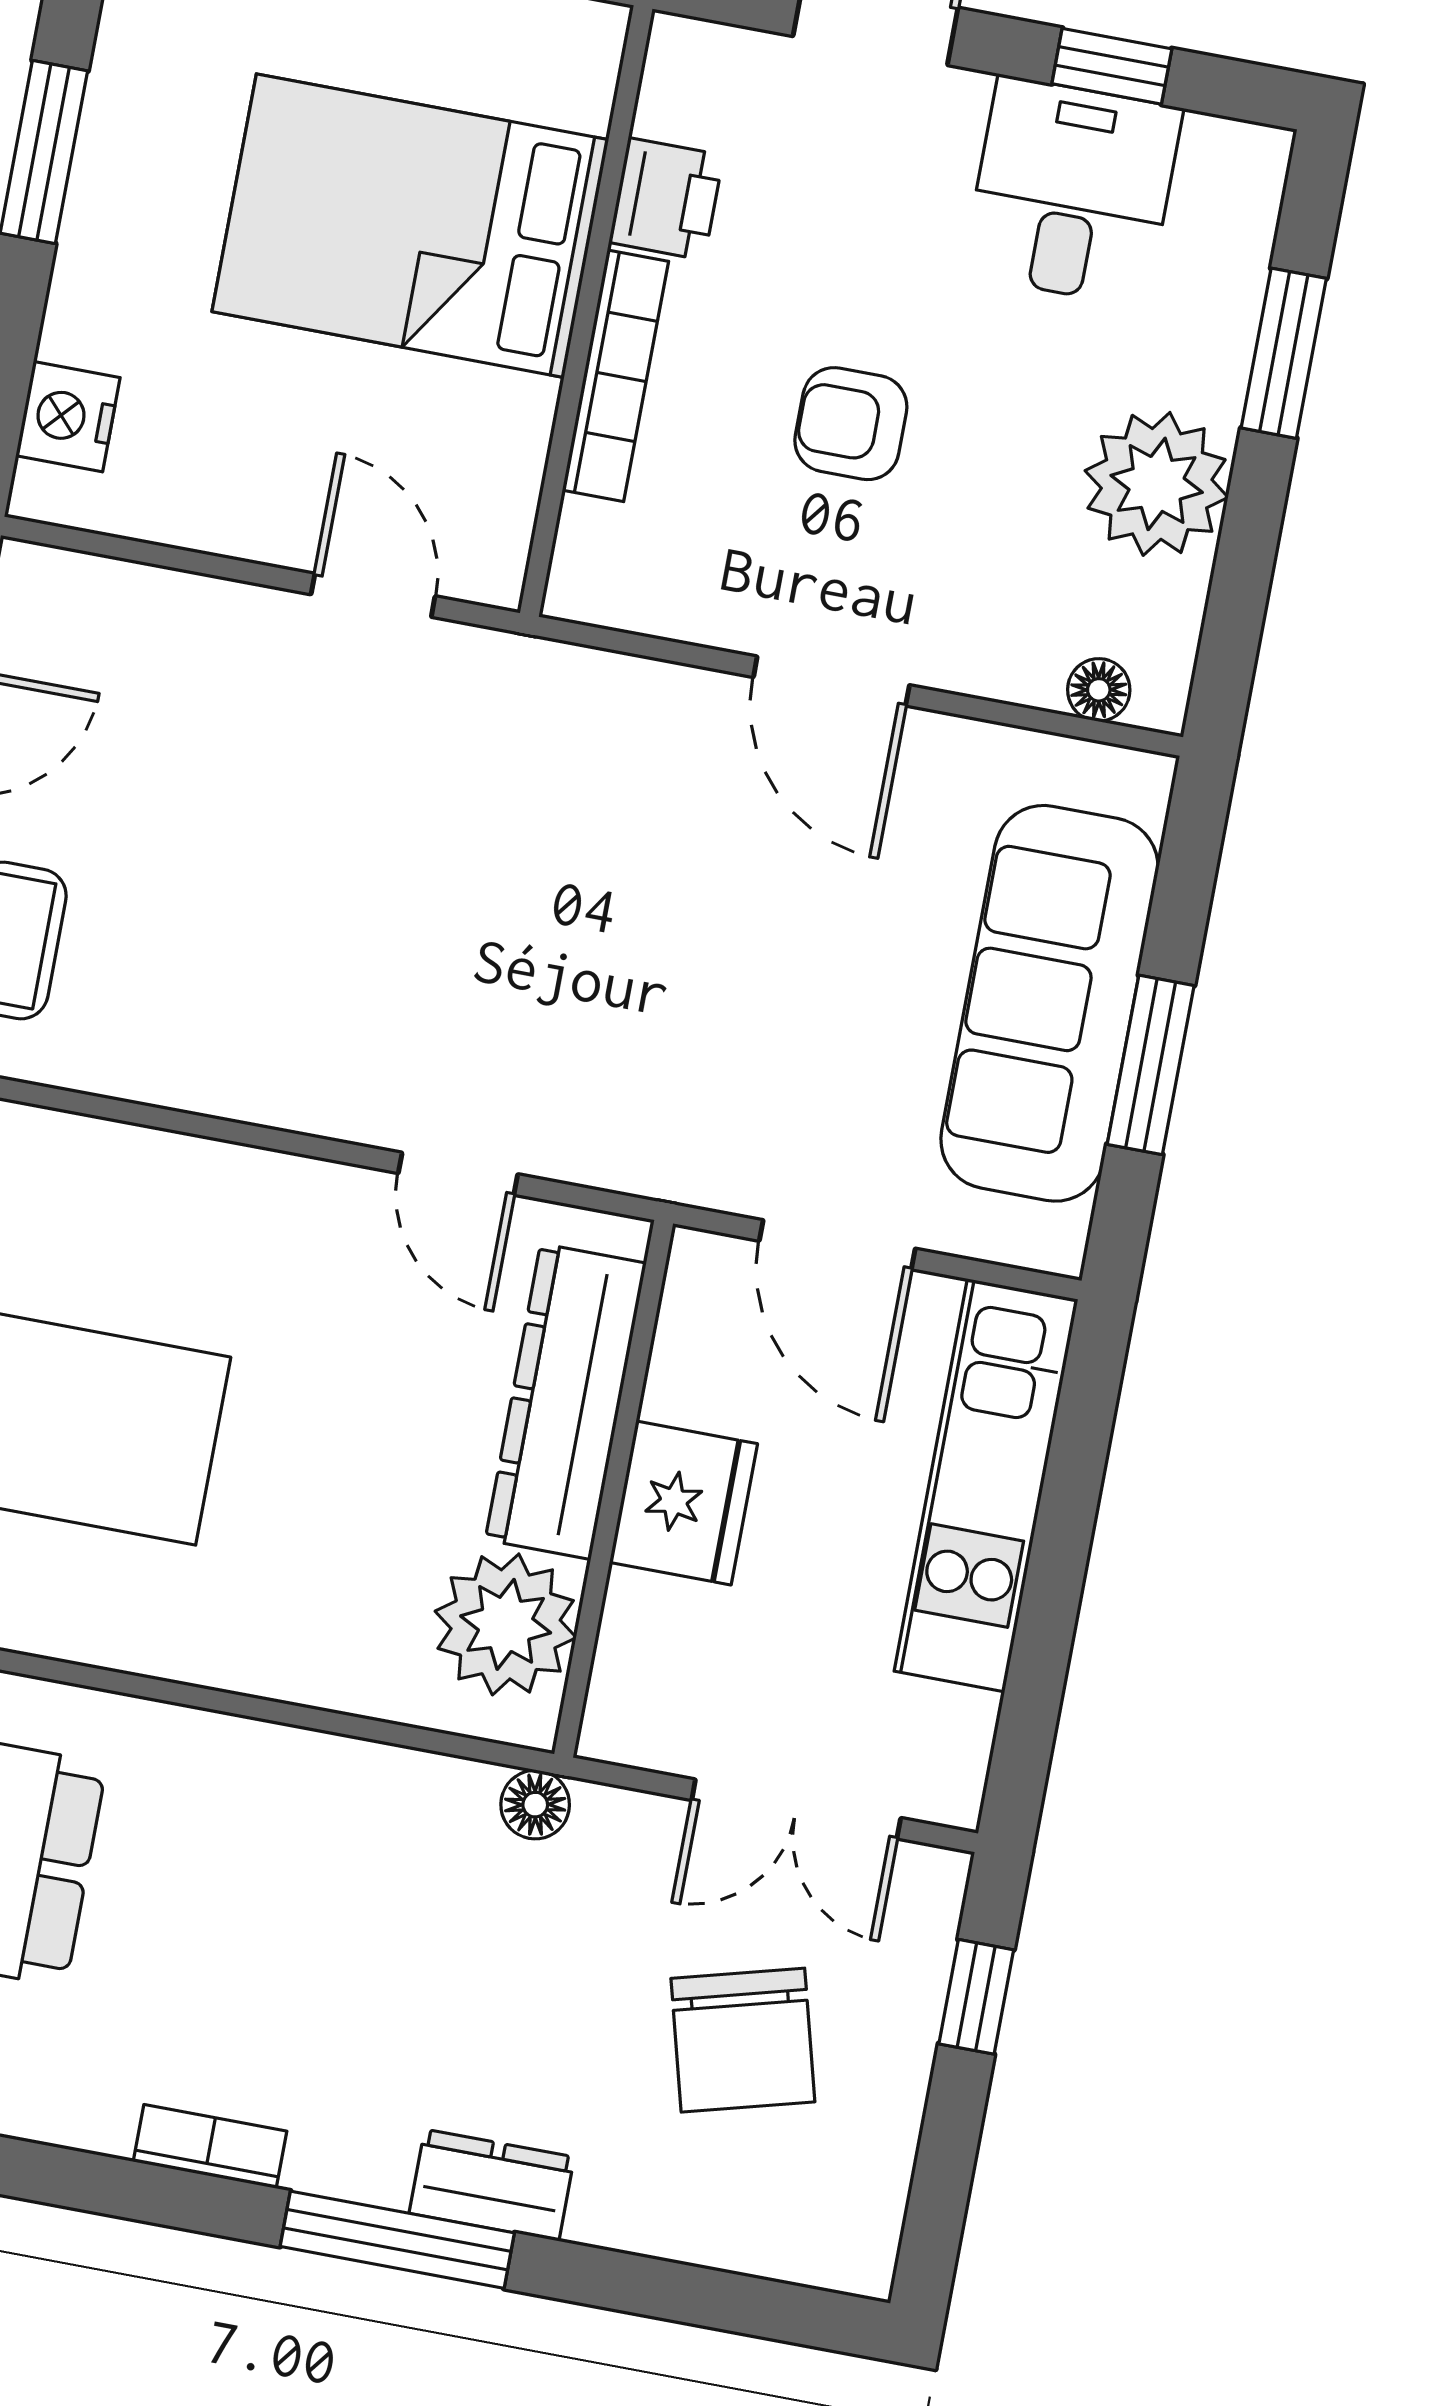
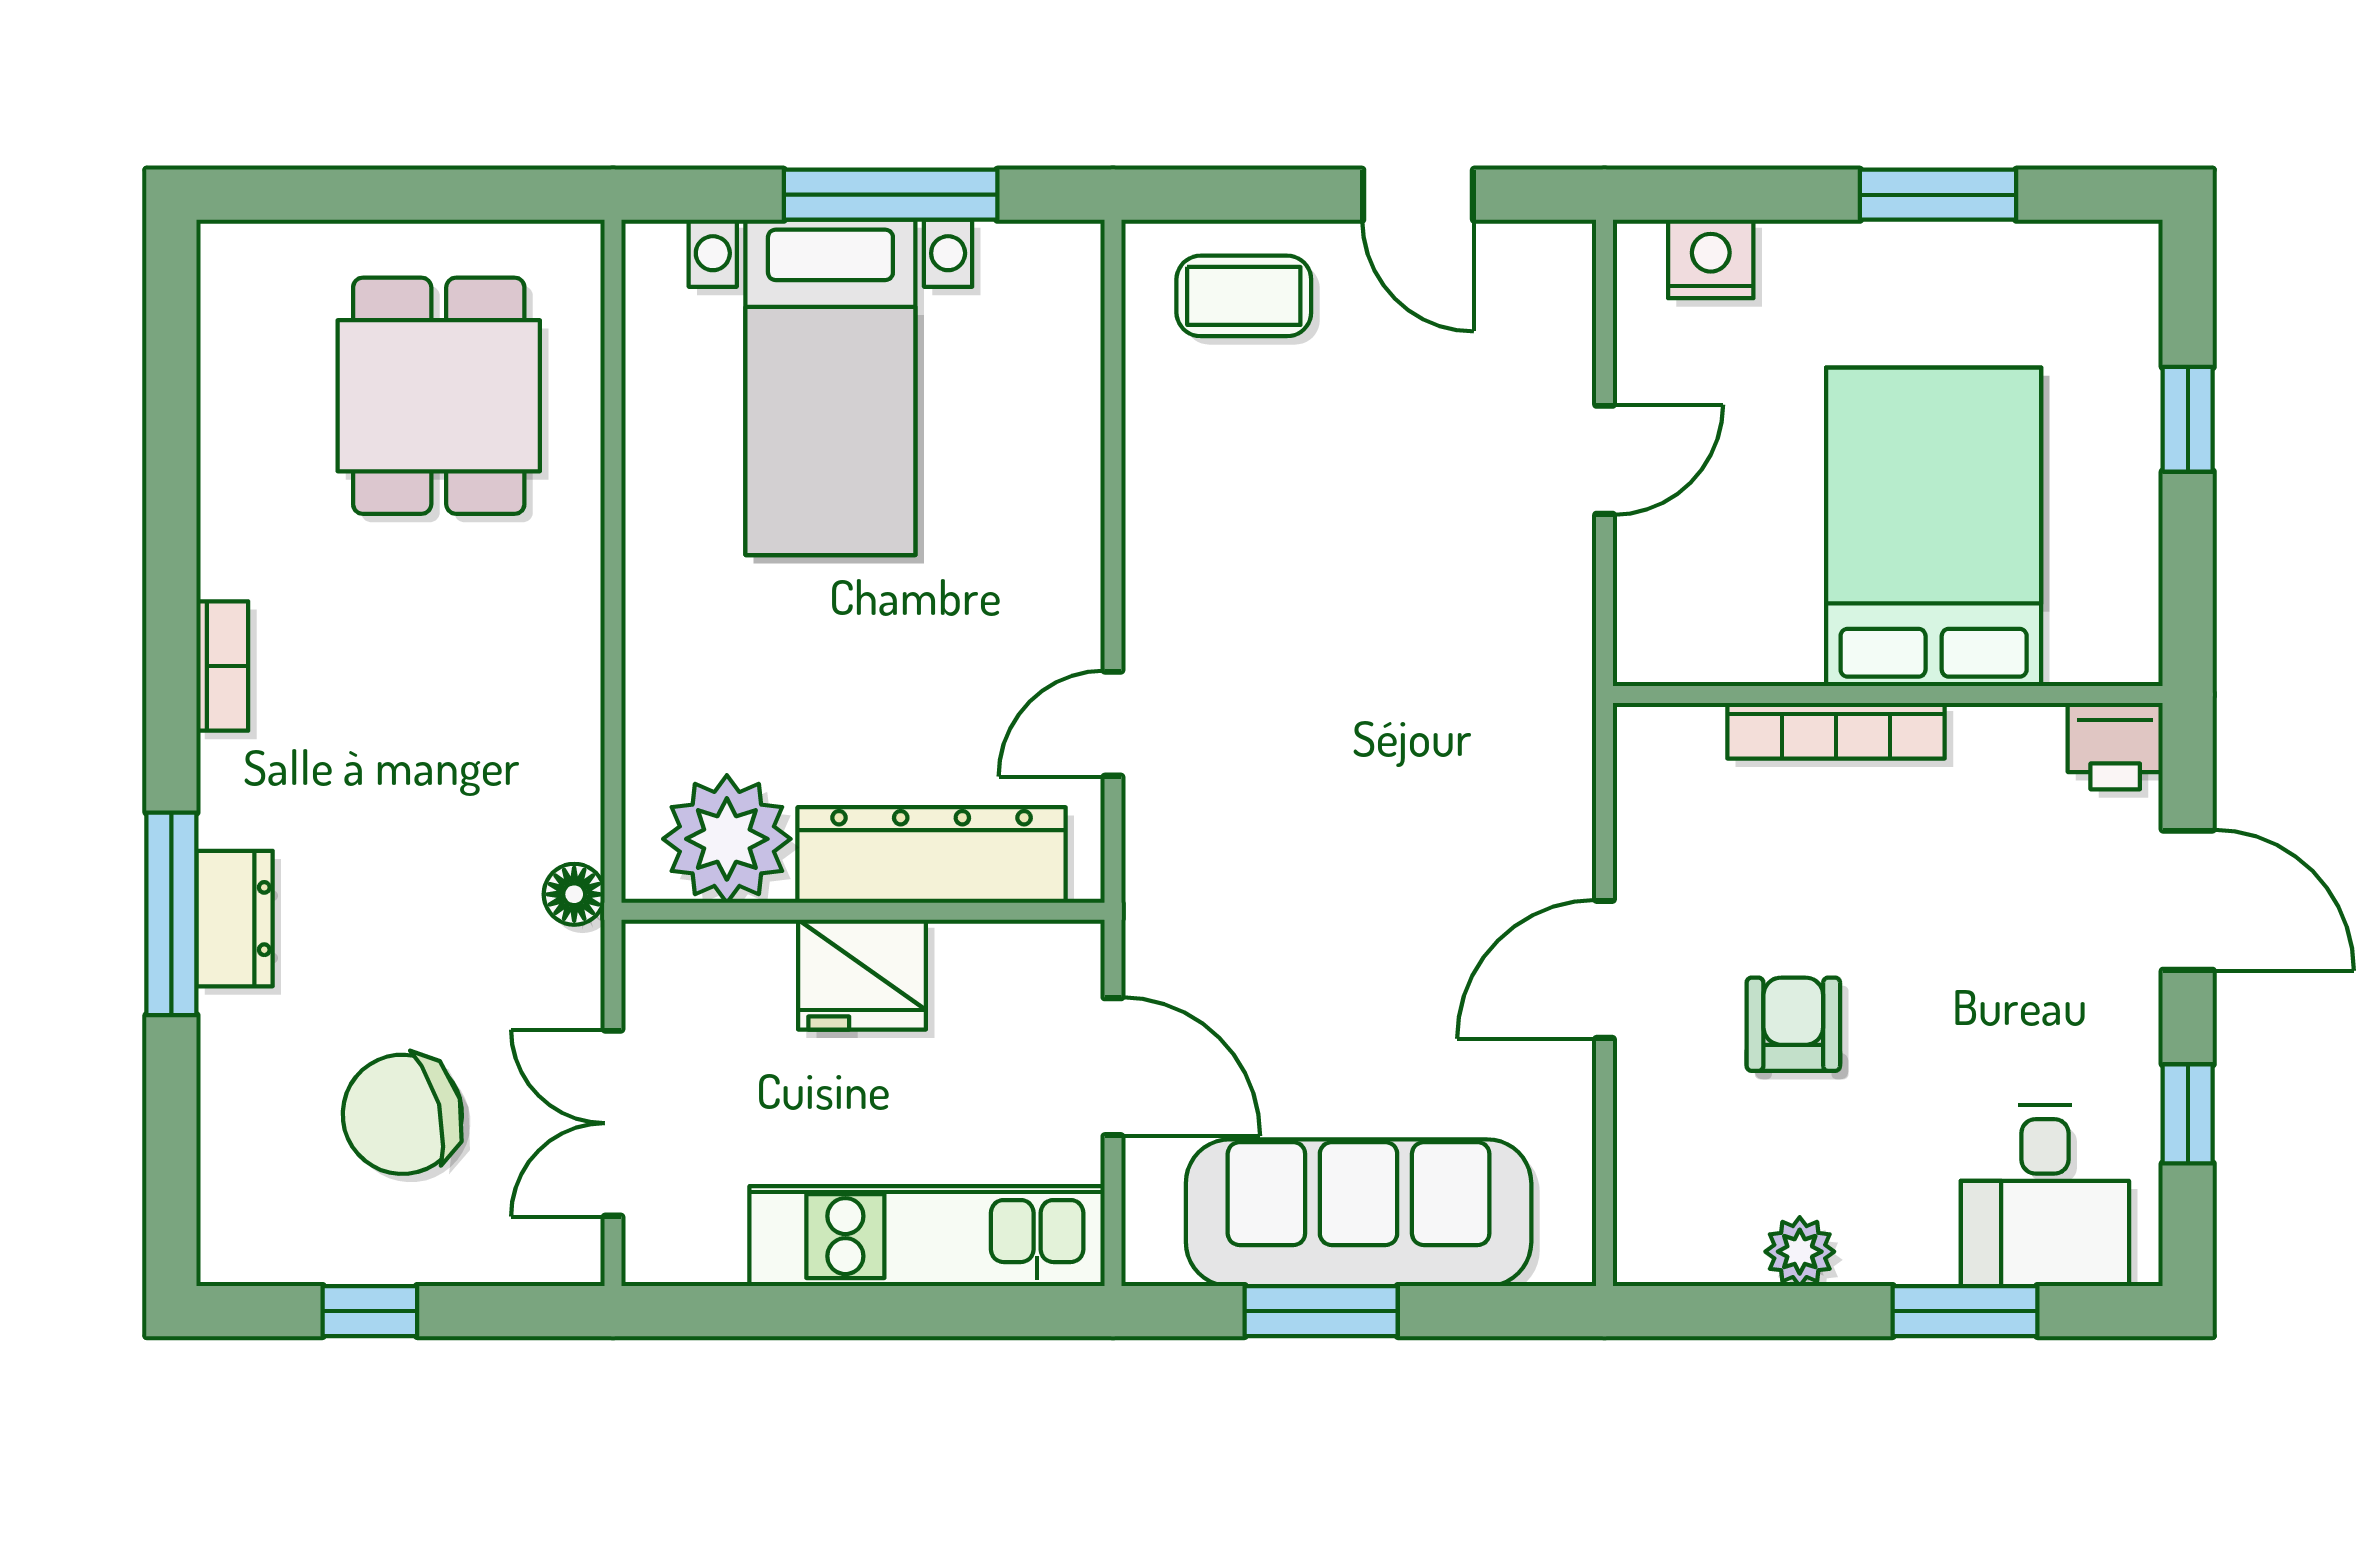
desk: (1072, 191) -> (2045, 1195), moved, turned 90
printer: (666, 199) -> (2115, 746), moved
armchair: (851, 424) -> (1793, 1024), moved
plant: (1157, 484) -> (1800, 1252), width x0.53, depth x0.53
door: (373, 595) -> (1604, 460), moved
floor lamp: (1099, 690) -> (1641, 1204), removed
door: (837, 1245) -> (1113, 1067), swing flipped
window: (976, 1997) -> (370, 1311), moved
window: (397, 2240) -> (171, 914), moved

